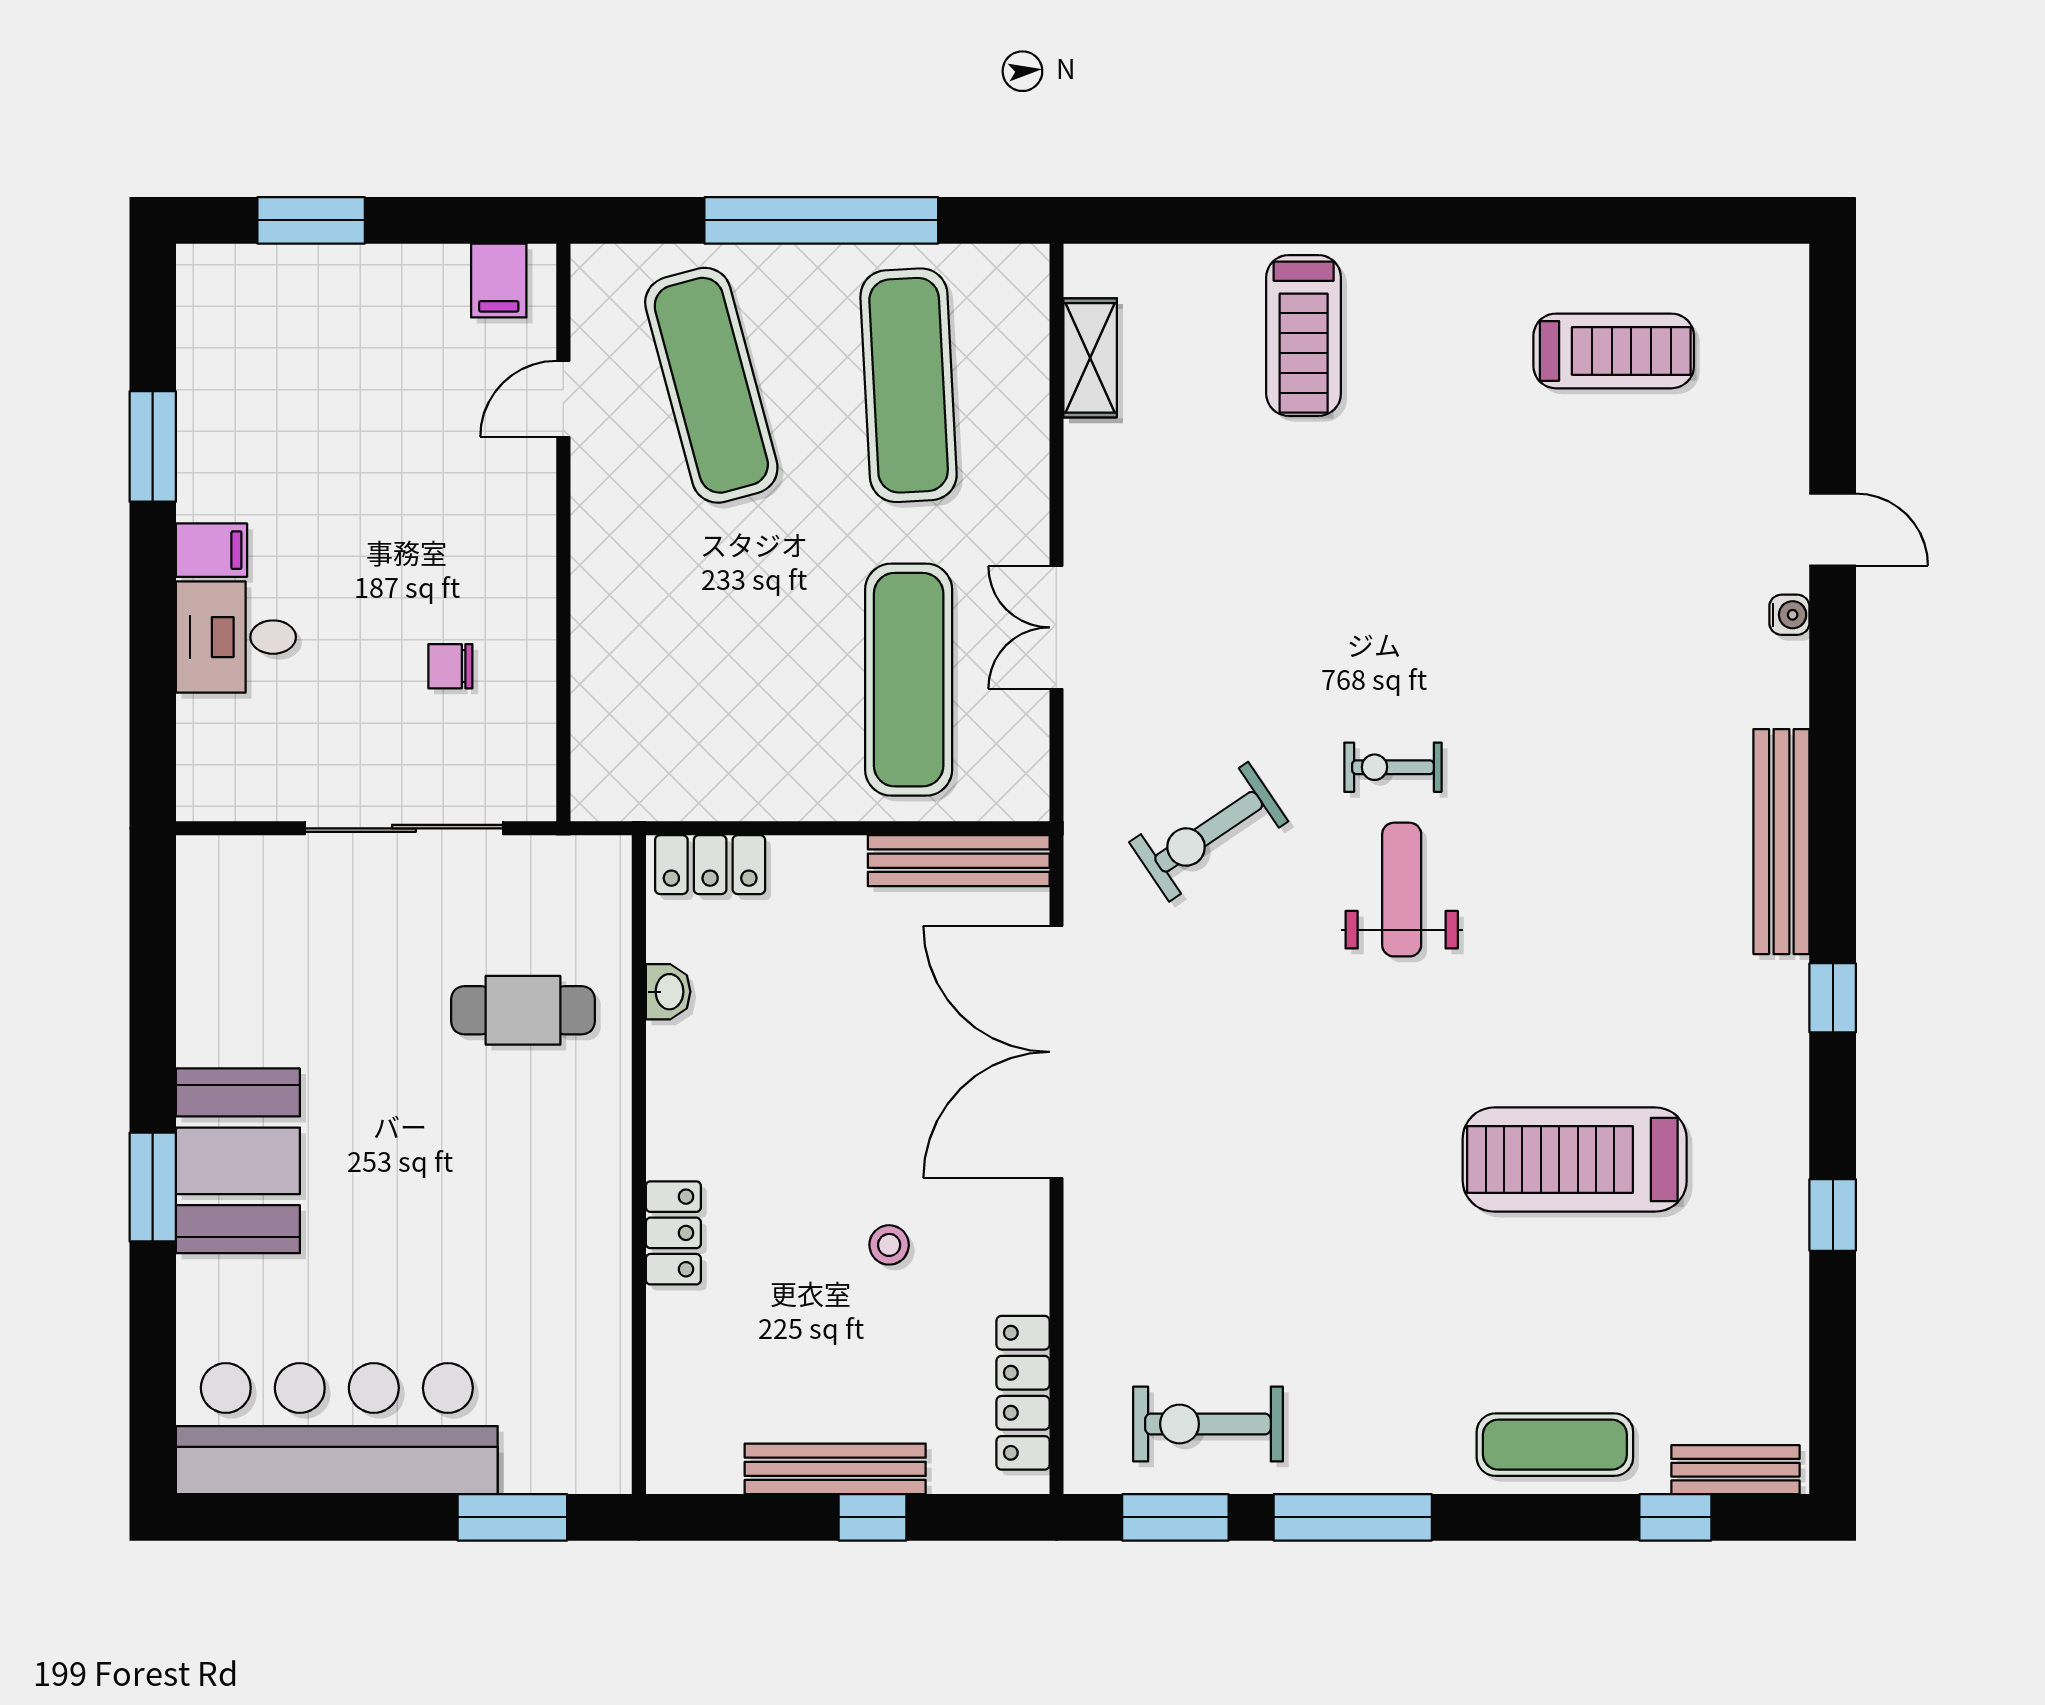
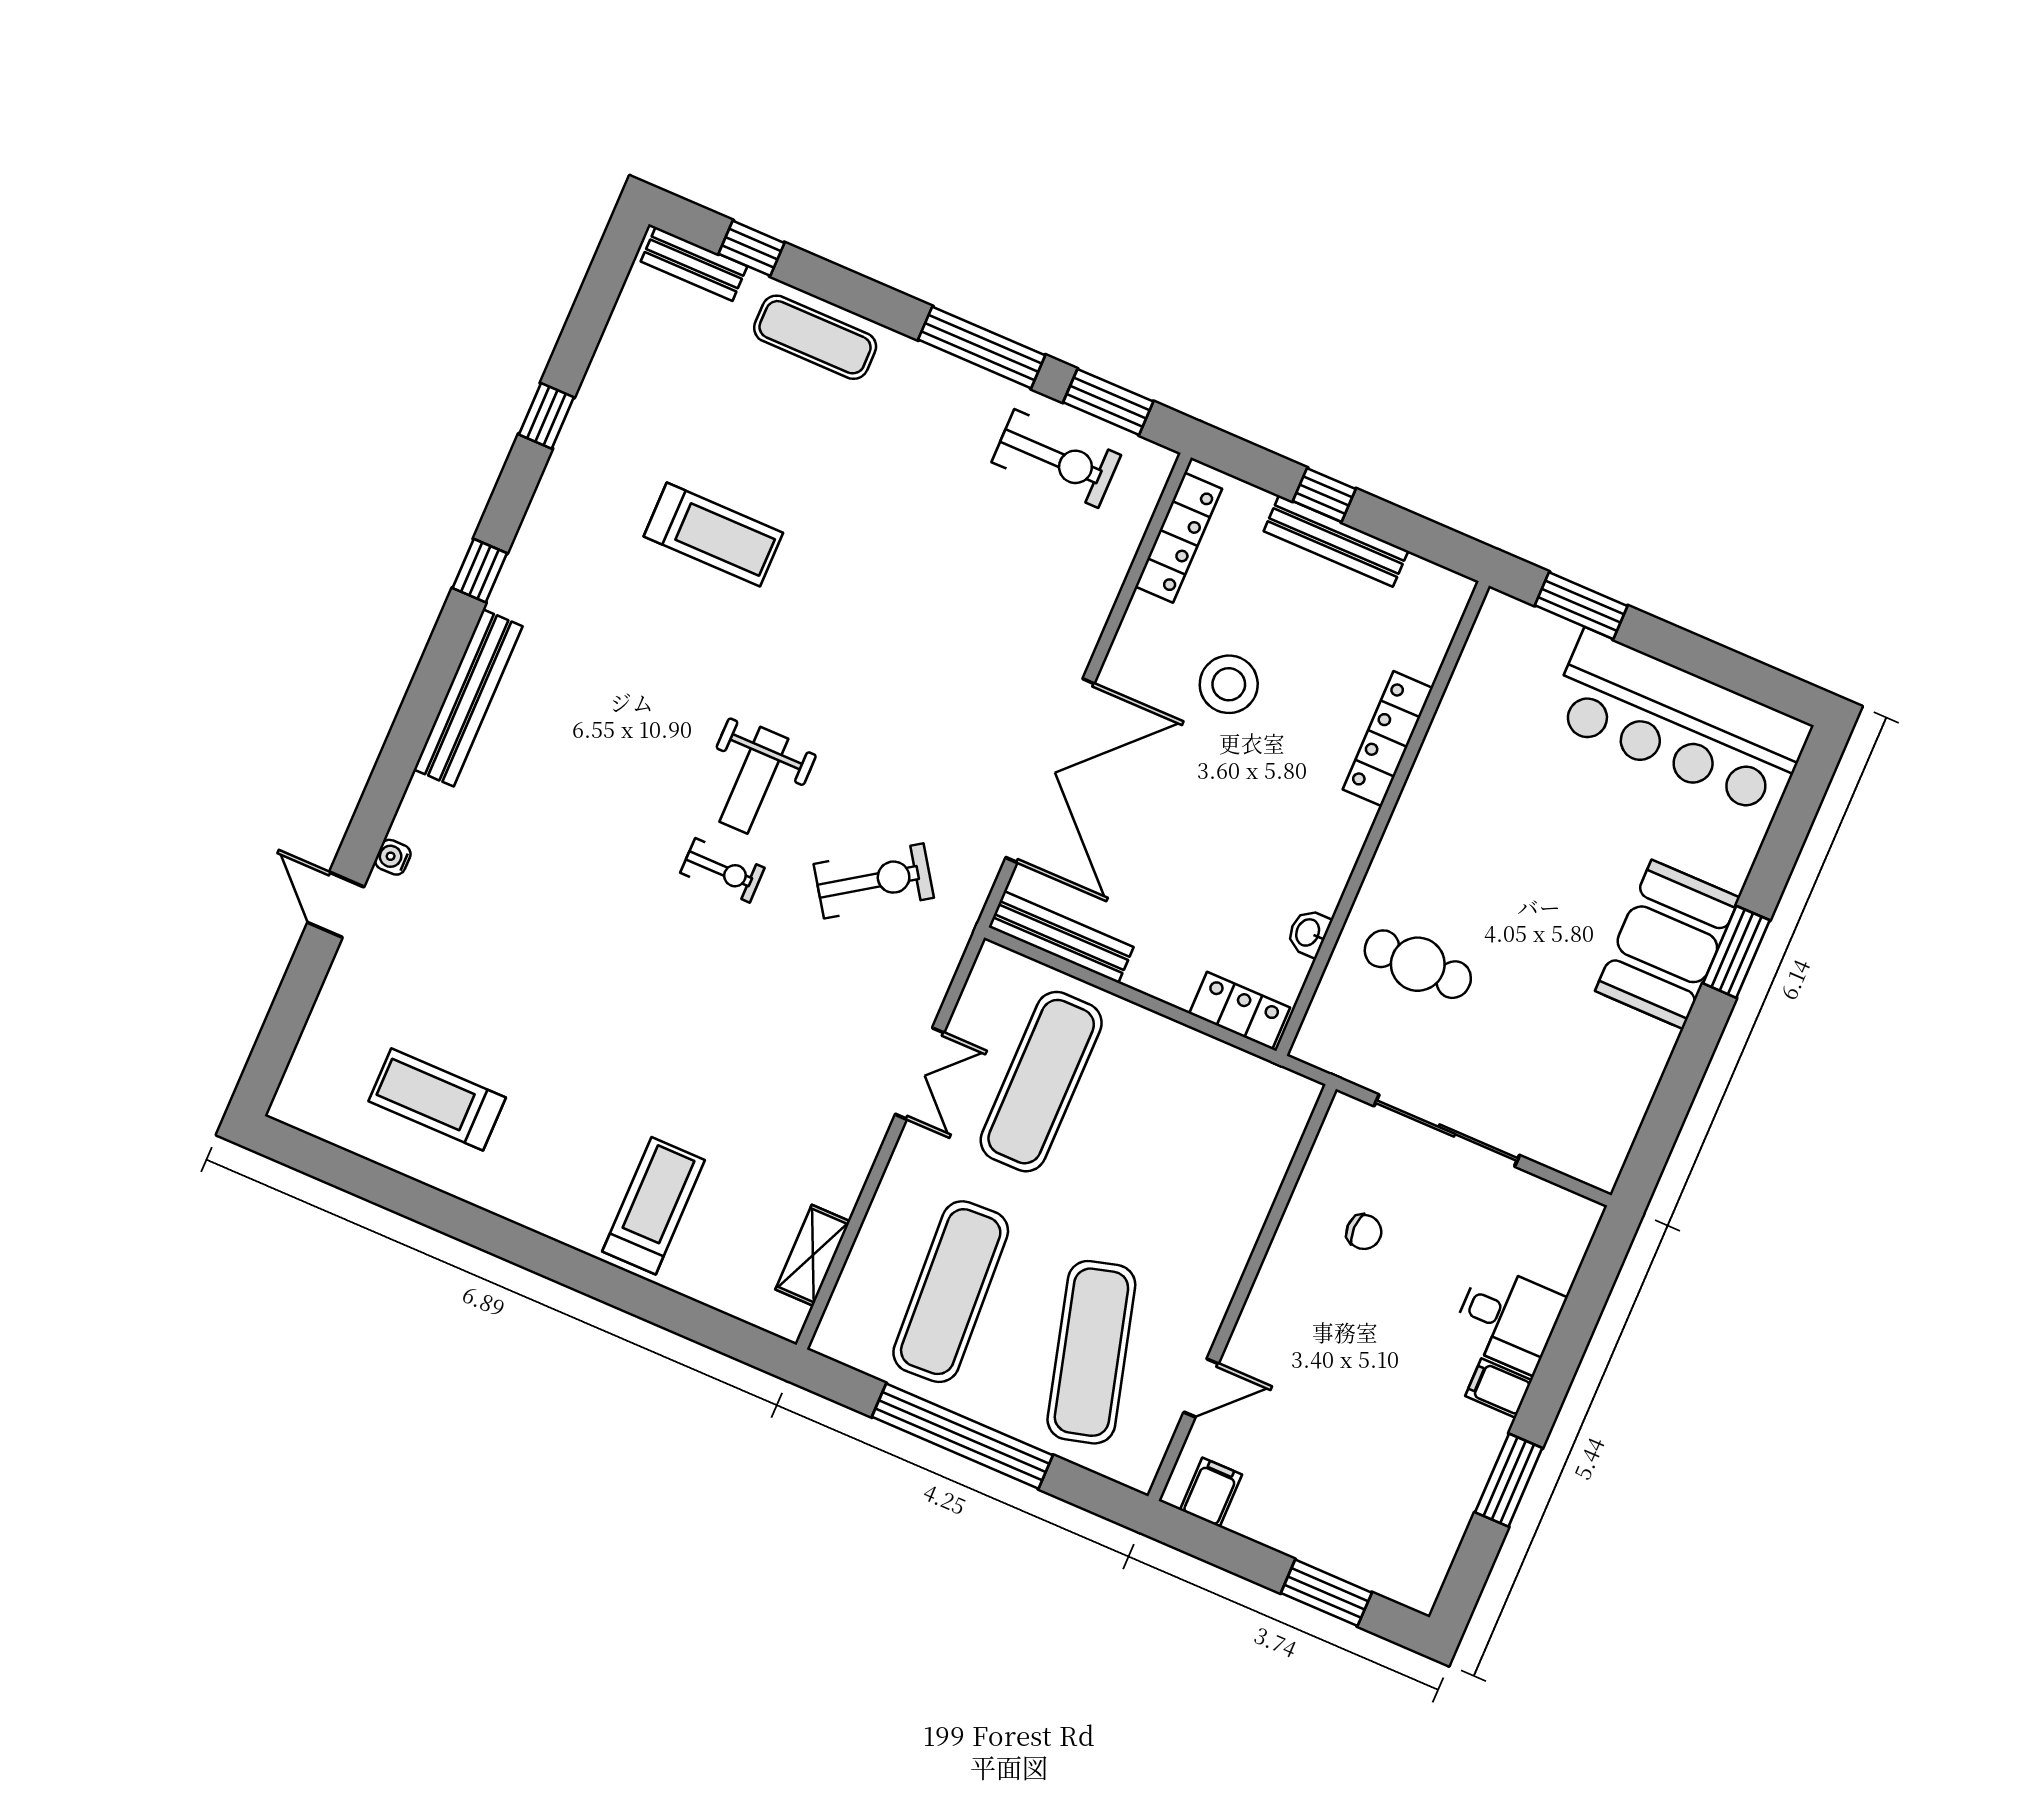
treadmill: (1575, 1160) -> (713, 535), width x0.73, depth x0.73
locker: (673, 1233) -> (1388, 739), width x1.53
stool: (889, 1245) -> (1229, 684), width x1.89, depth x1.89

